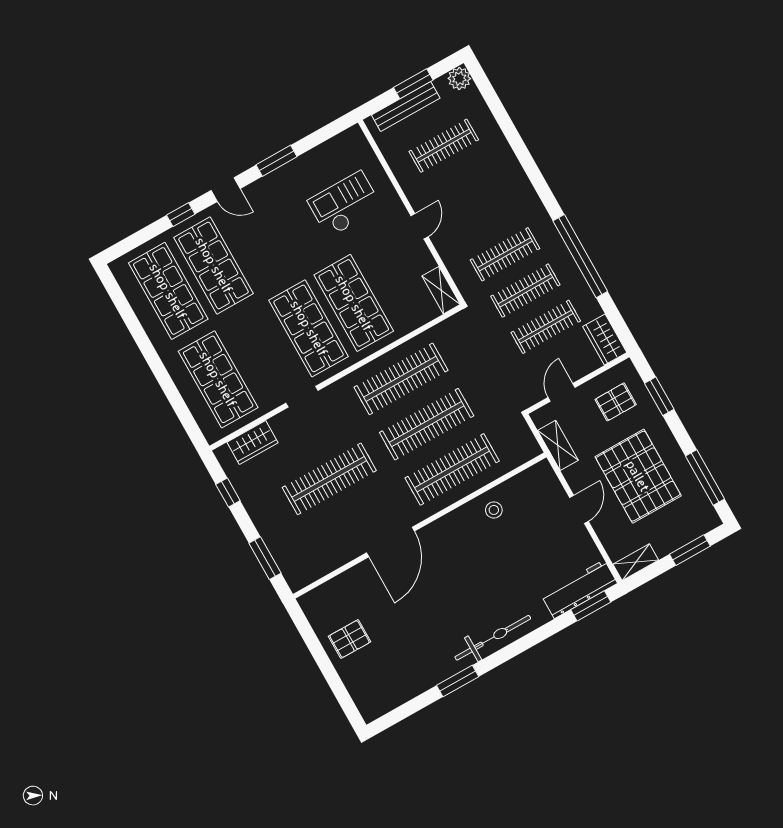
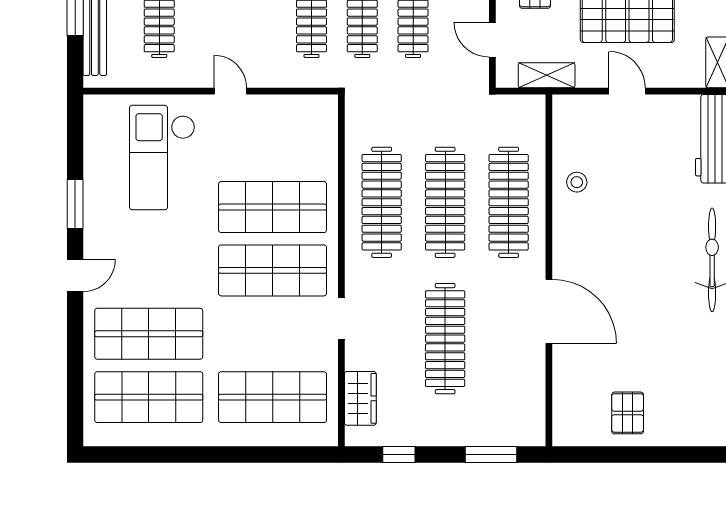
checkout: (345, 204) -> (162, 158), width x1.36, depth x1.21
window: (181, 215) -> (75, 338), removed
shelving: (441, 290) -> (311, 106), removed

